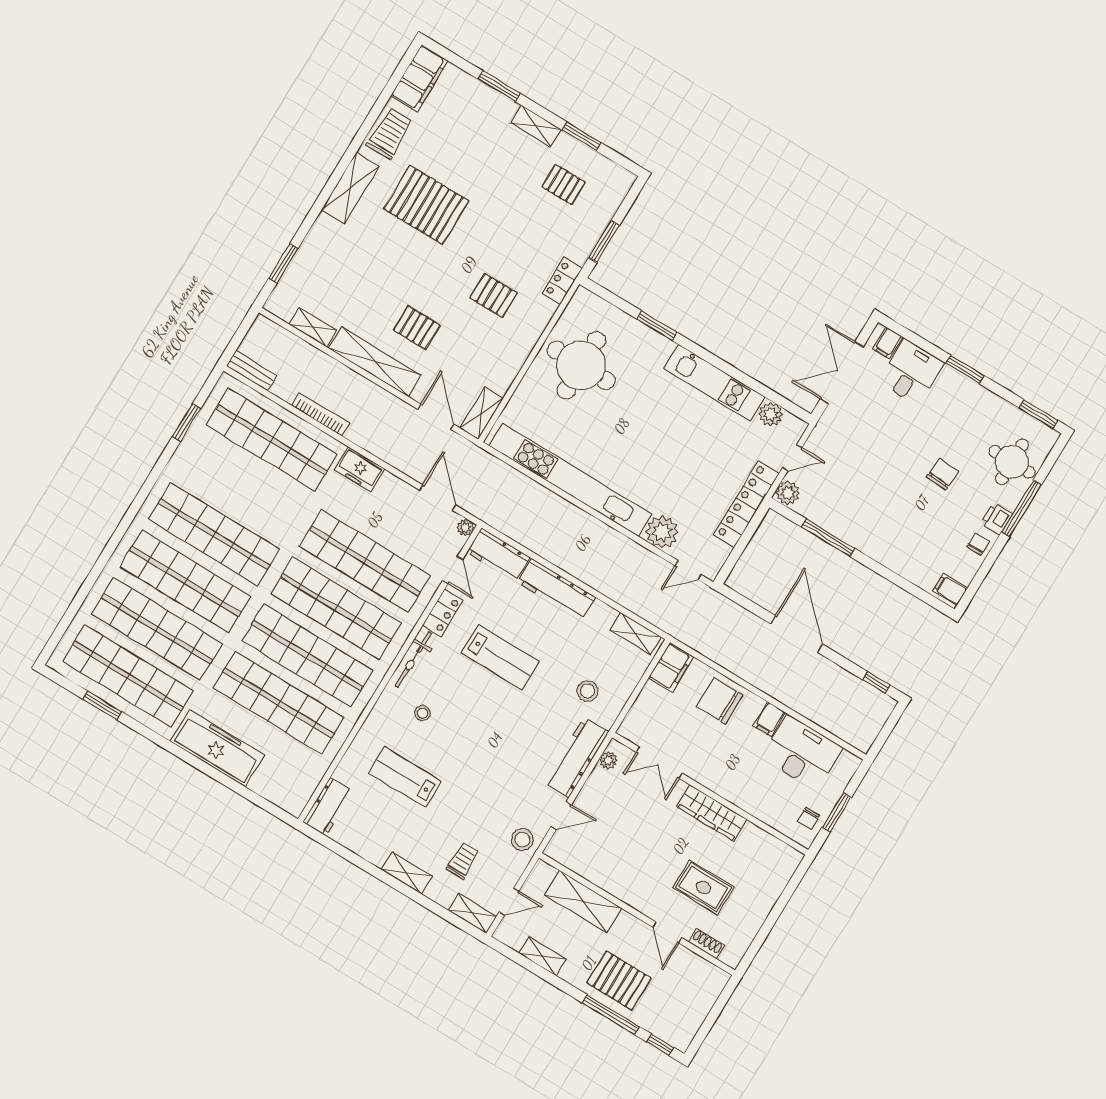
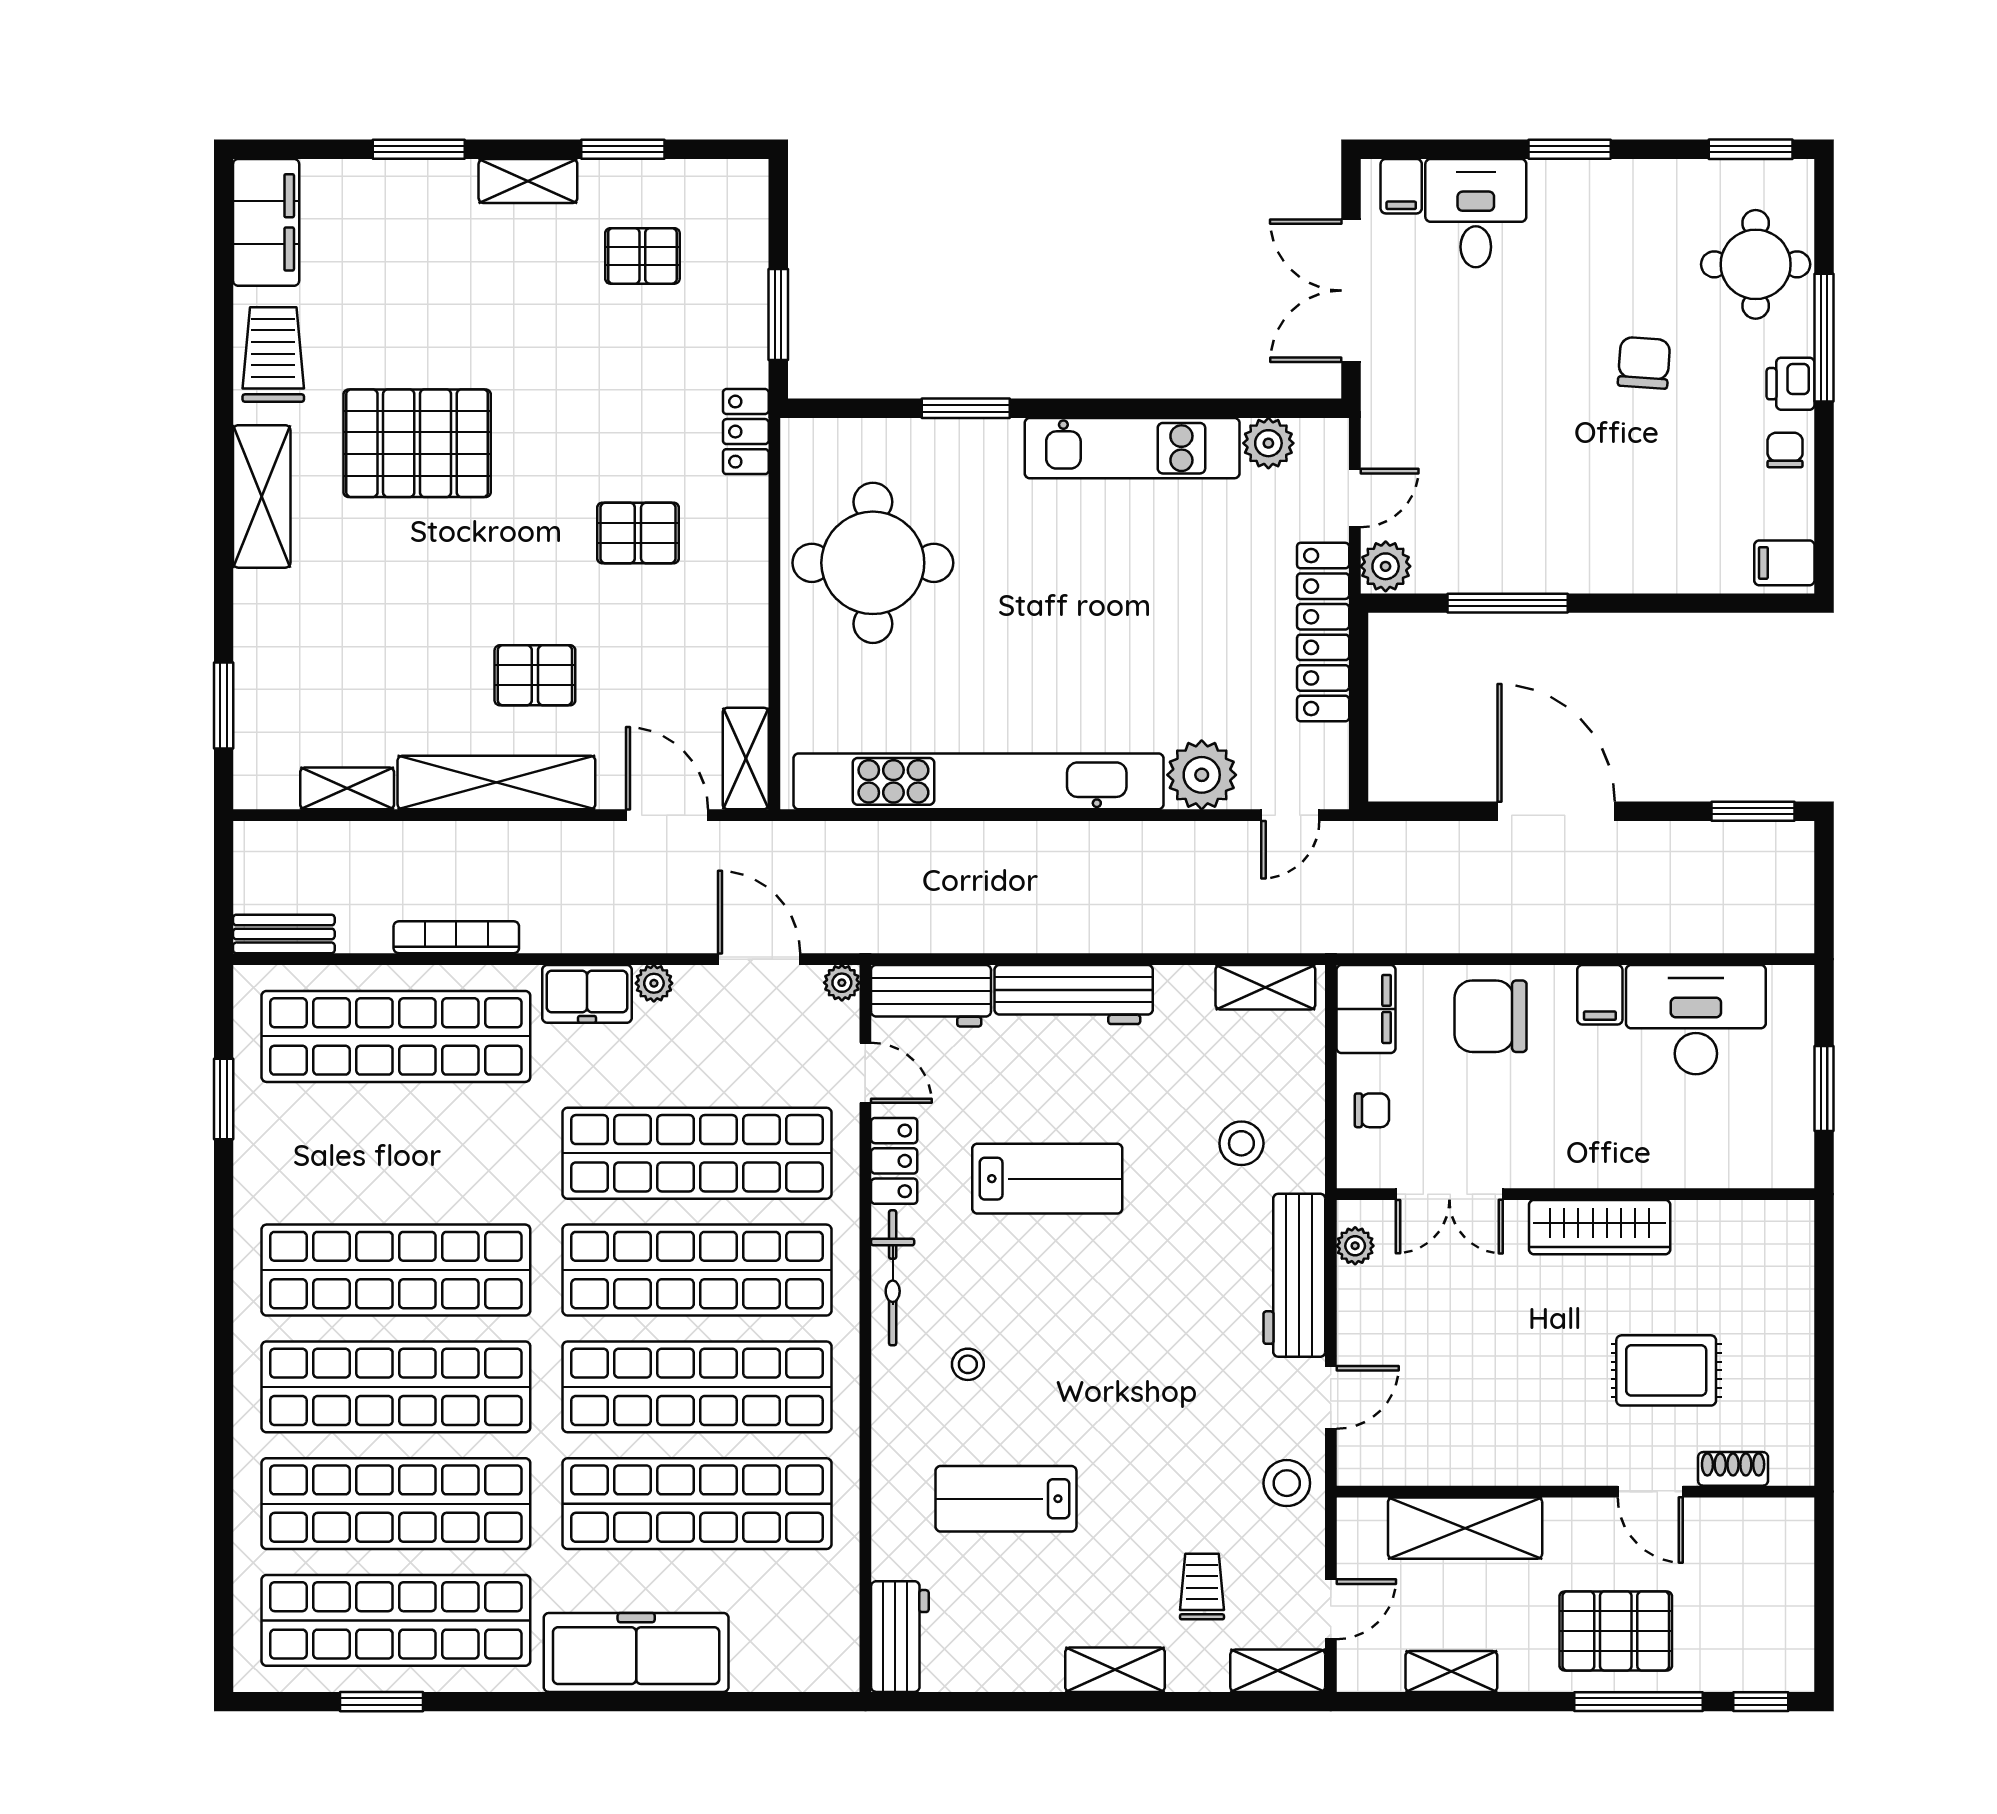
plant: (389, 482) -> (654, 983), added
window: (876, 683) -> (1753, 811), width x1.50
chair: (809, 818) -> (1372, 1110), moved, turned -90

